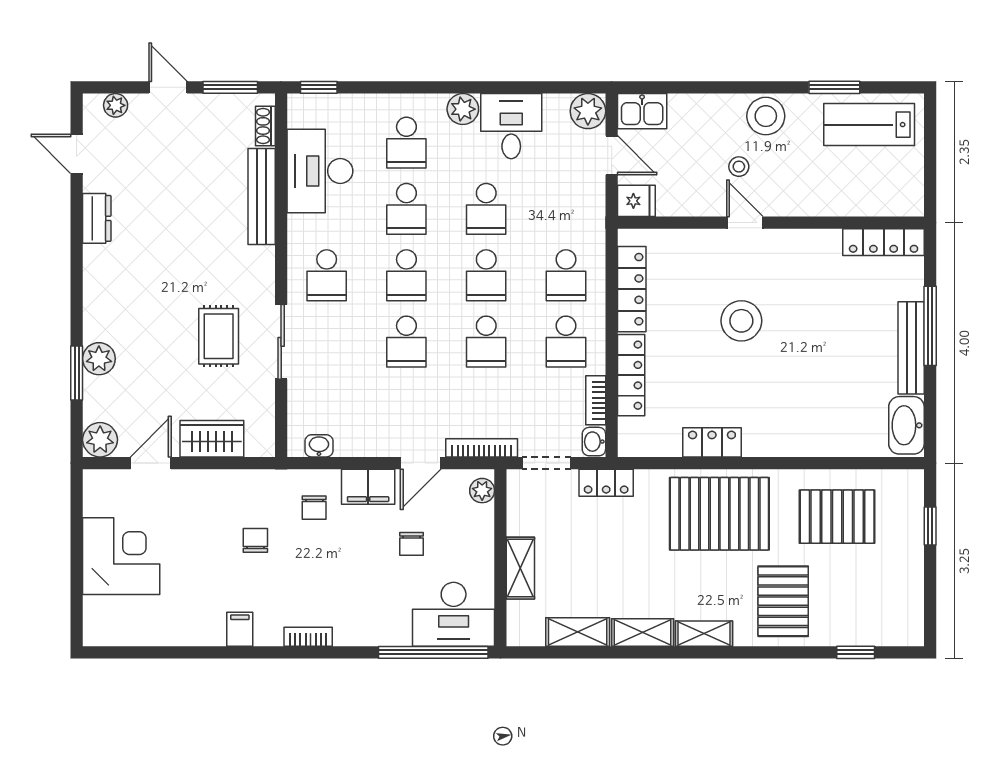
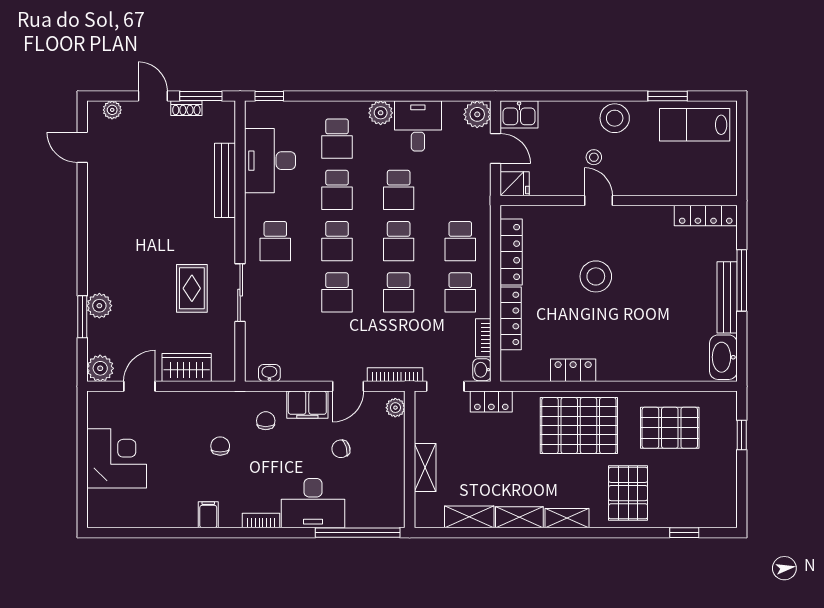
shoe rack: (265, 126) -> (186, 108), moved, turned -90
dresser: (97, 218) -> (98, 197), removed
chair: (314, 508) -> (266, 421), turned 180
chair: (412, 544) -> (341, 449), turned 74
desk: (454, 614) -> (313, 503), moved

